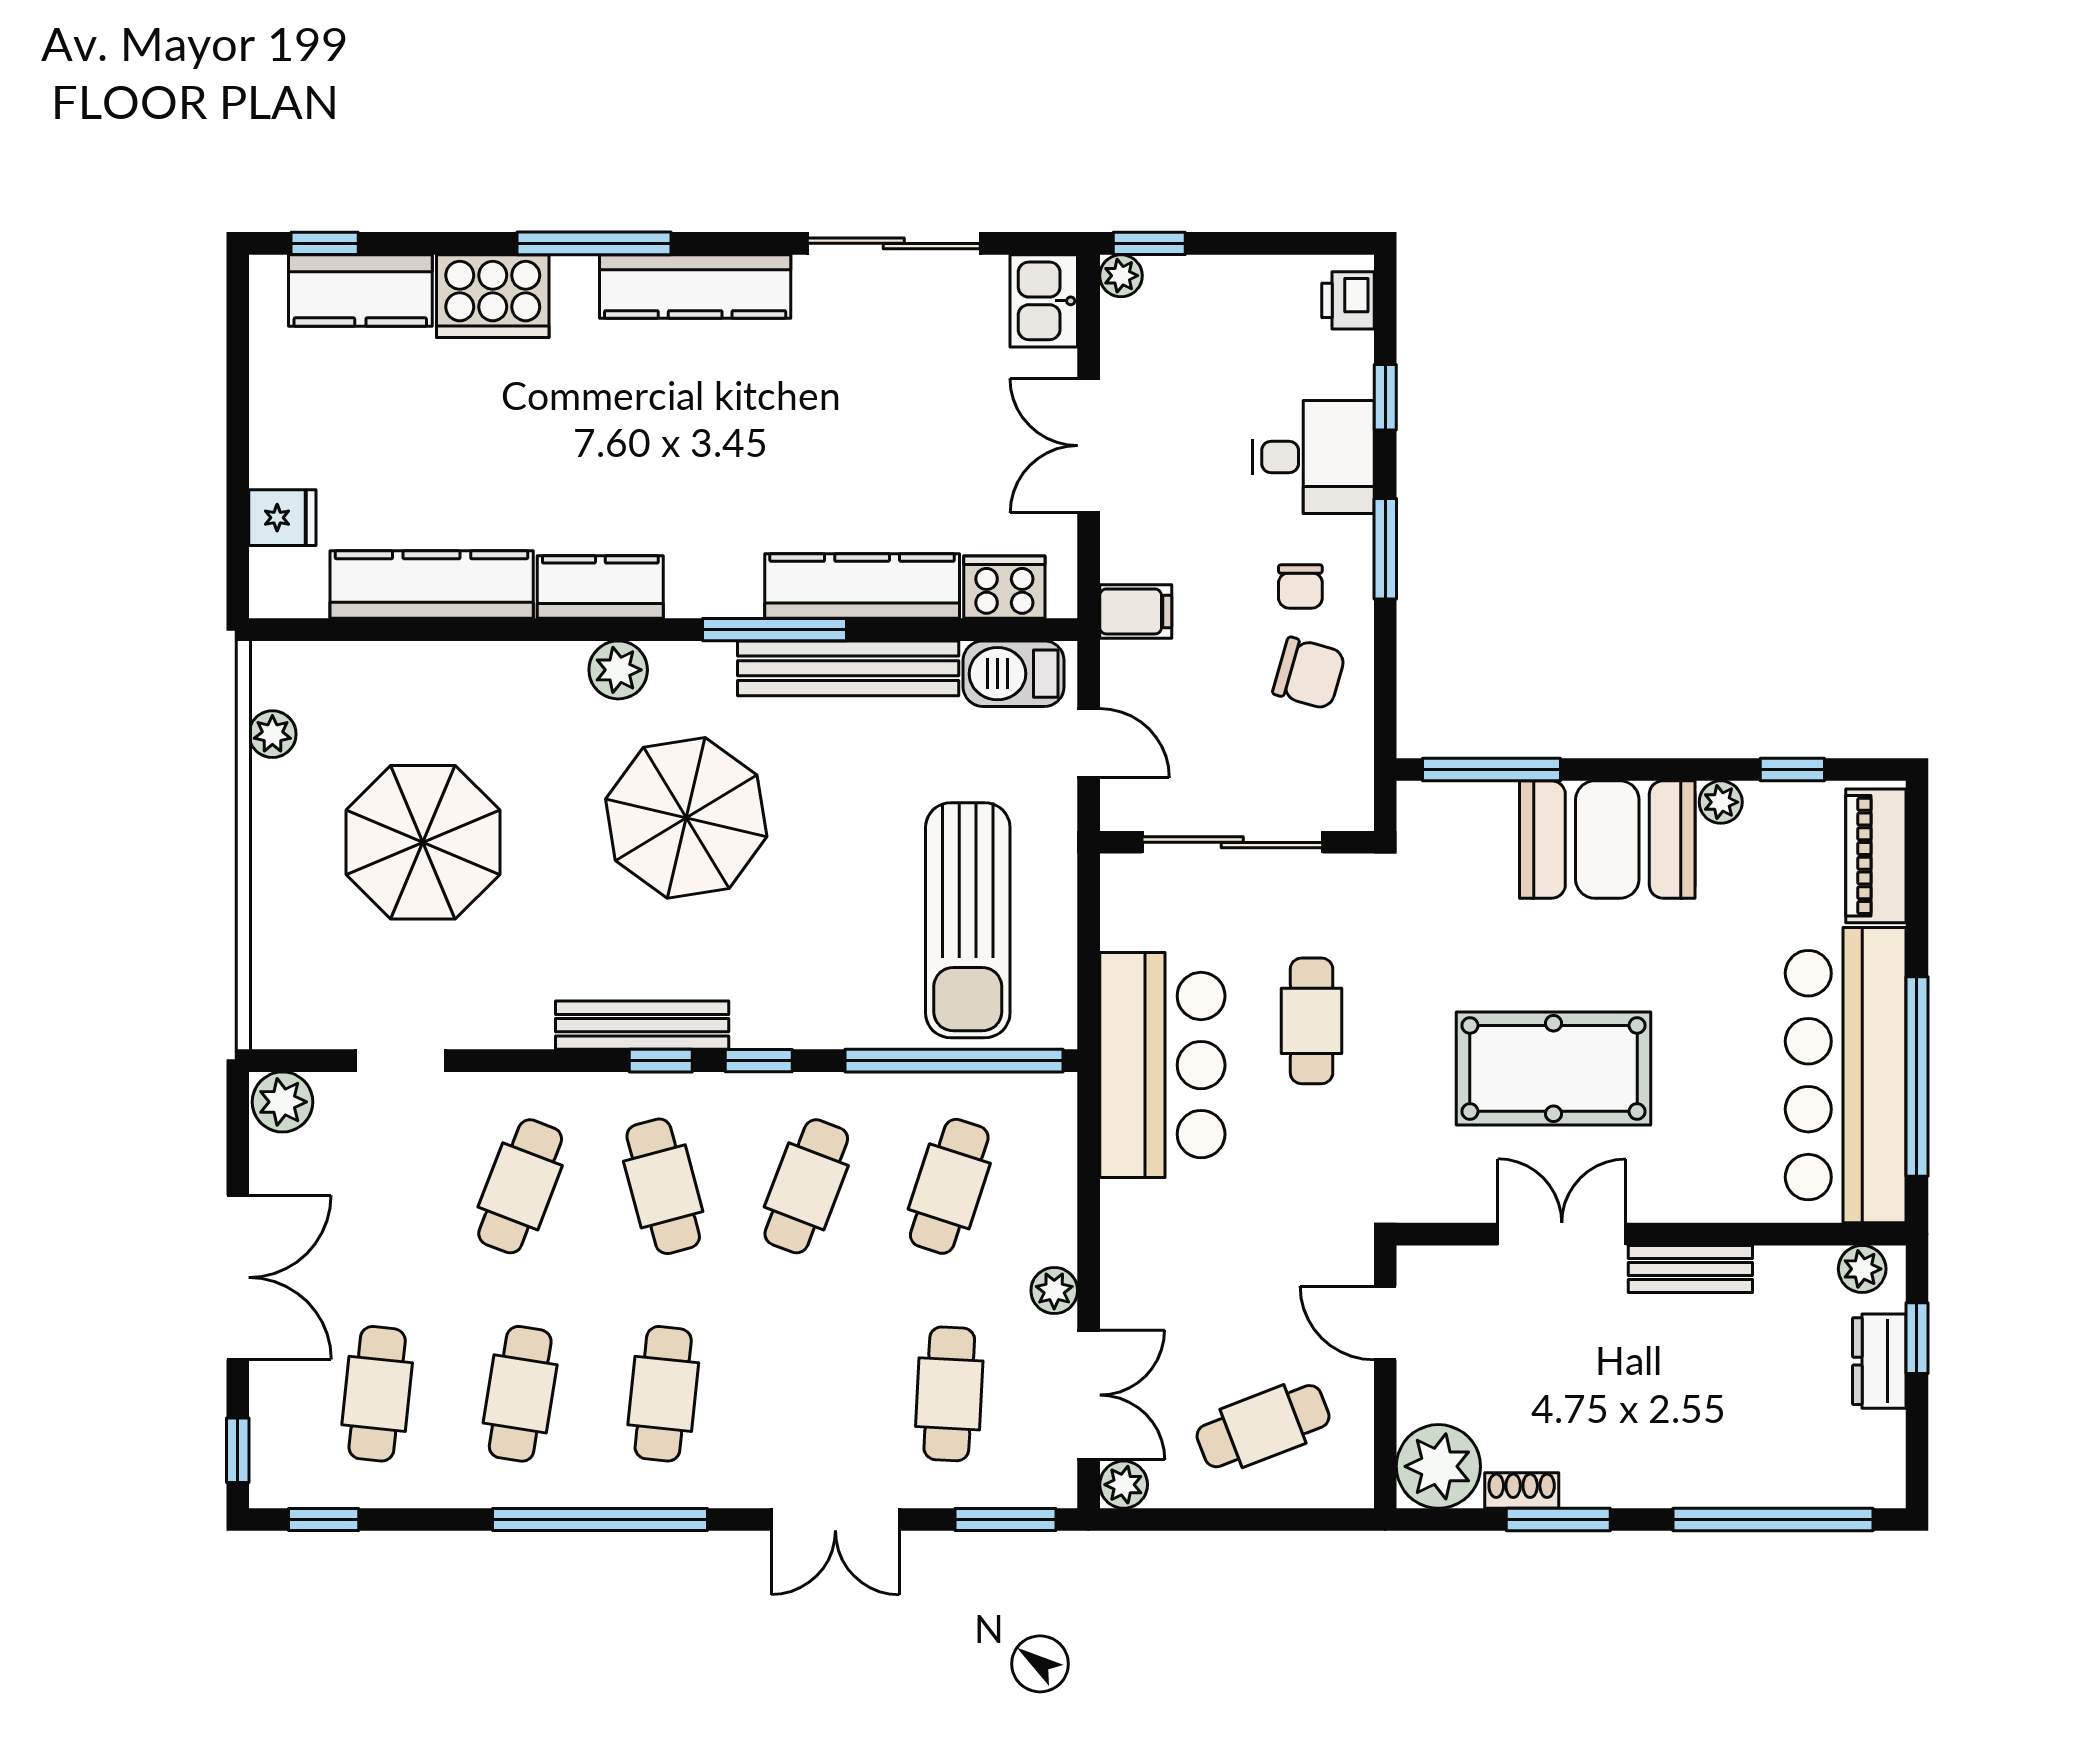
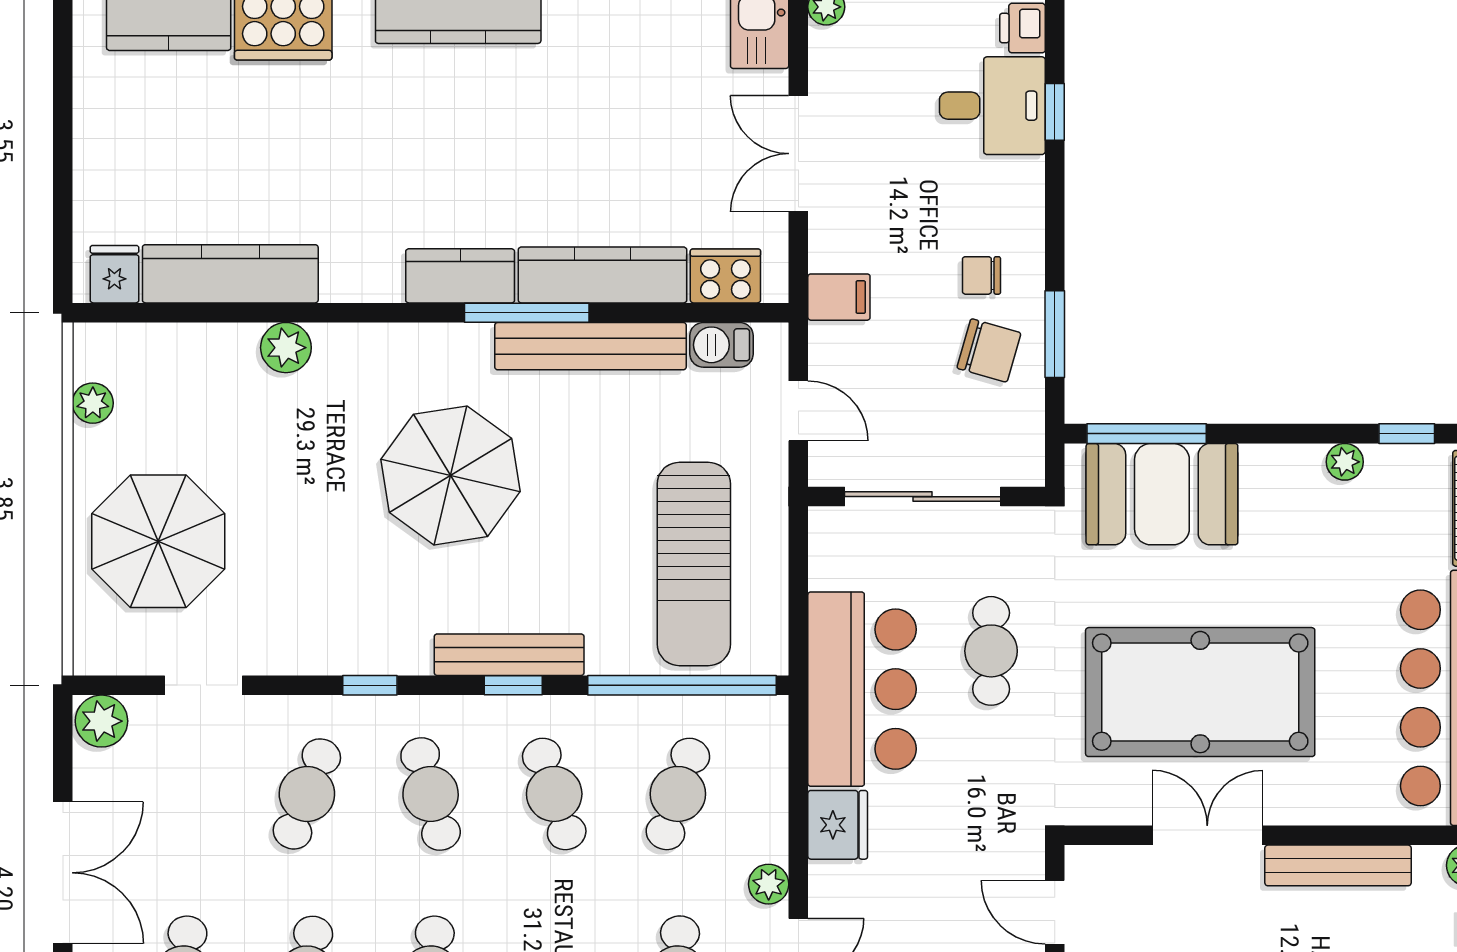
desk: (1313, 457) -> (992, 106), moved
fridge: (282, 518) -> (114, 274), moved, turned -90
window: (1385, 549) -> (1055, 334), moved
chair: (1300, 586) -> (981, 275), turned 90
kitchen counter: (600, 587) -> (460, 276), moved
plant: (618, 670) -> (286, 348), moved
barbecue: (1014, 674) -> (722, 345), width x0.73, depth x0.79
booth: (1607, 840) -> (1162, 494), moved
parasol: (423, 842) -> (158, 541), moved
bench: (642, 1025) -> (509, 655), moved
window: (661, 1061) -> (370, 685), moved
pool table: (1553, 1068) -> (1200, 692), width x1.36, depth x1.32
cafe table: (806, 1186) -> (554, 794), turned -39
fridge: (1134, 1222) -> (838, 825), added
bench: (1690, 1269) -> (1338, 865), width x1.36

